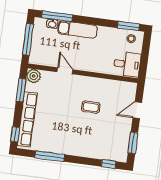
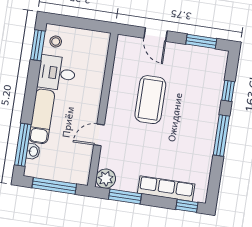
desk: (127, 64) -> (57, 73), moved, turned -90
coffee table: (91, 107) -> (150, 100), width x1.86, depth x1.72
row of seats: (27, 119) -> (166, 189), width x0.73
window: (50, 156) -> (221, 135), moved
window: (109, 164) -> (228, 91), moved

